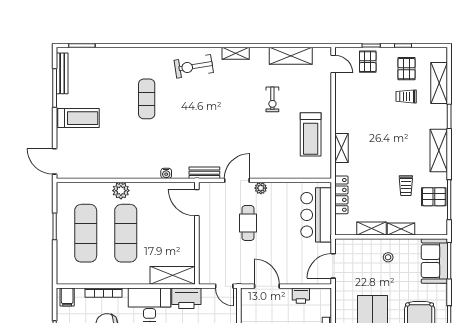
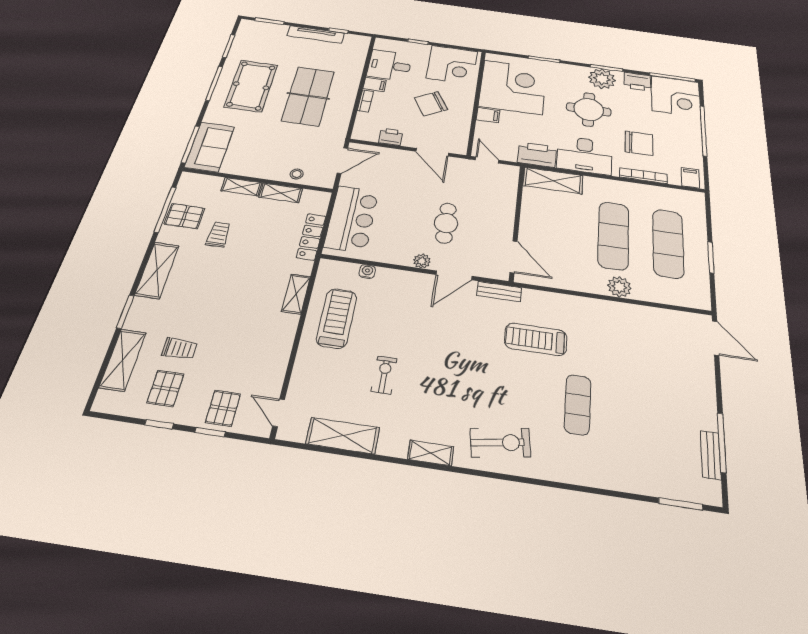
bench: (62, 73) -> (711, 455), width x0.73
treadmill: (78, 118) -> (536, 339), moved
water cooler: (166, 173) -> (367, 271), moved
stool: (388, 257) -> (297, 174), moved

